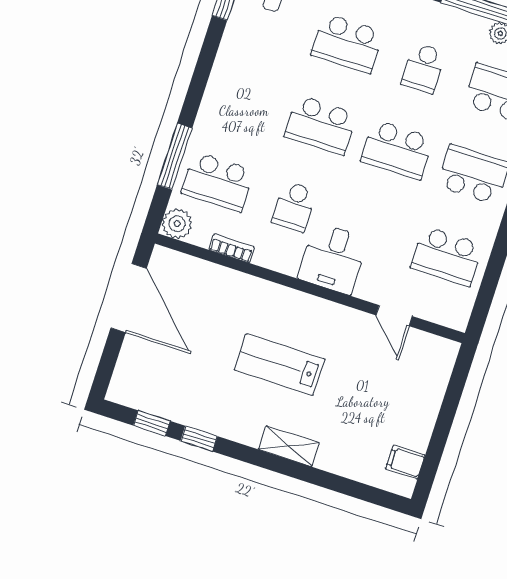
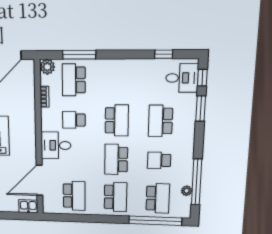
school desk: (321, 125) -> (117, 120), turned 180
school desk: (447, 256) -> (74, 196), turned 180
door: (394, 316) -> (39, 180), width x1.88
kitchen sink: (442, 358) -> (28, 206), added

